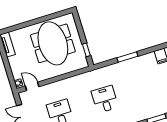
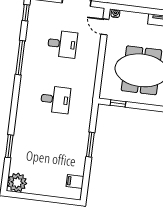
door: (32, 86) -> (105, 27), swing flipped

